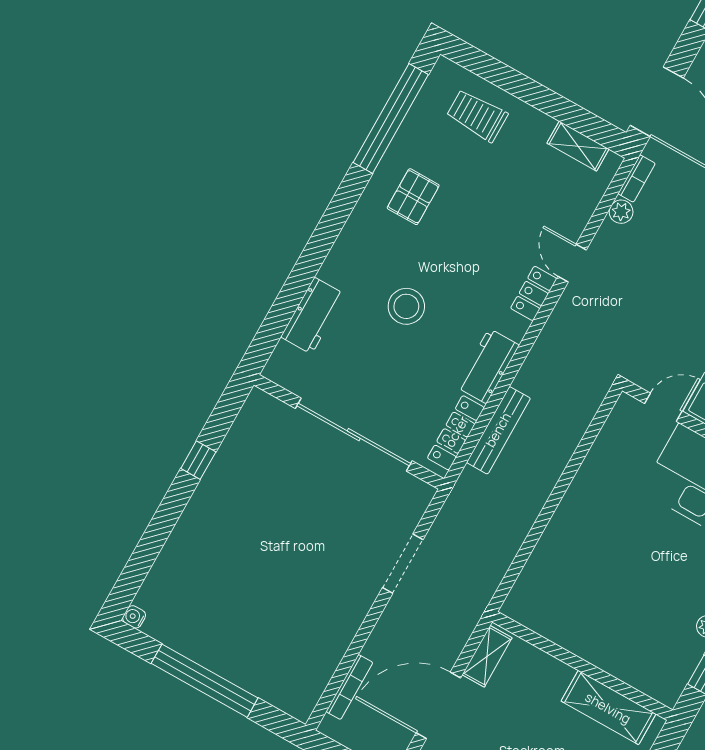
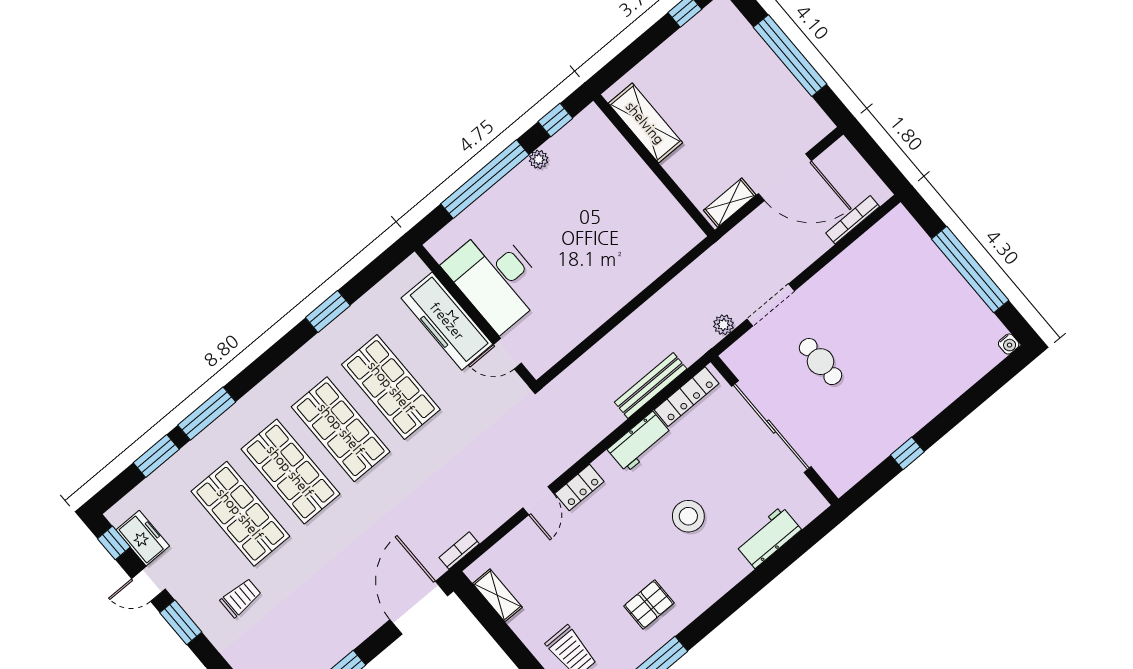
plant: (621, 212) -> (724, 325), moved
cafe table: (327, 523) -> (821, 362), added

